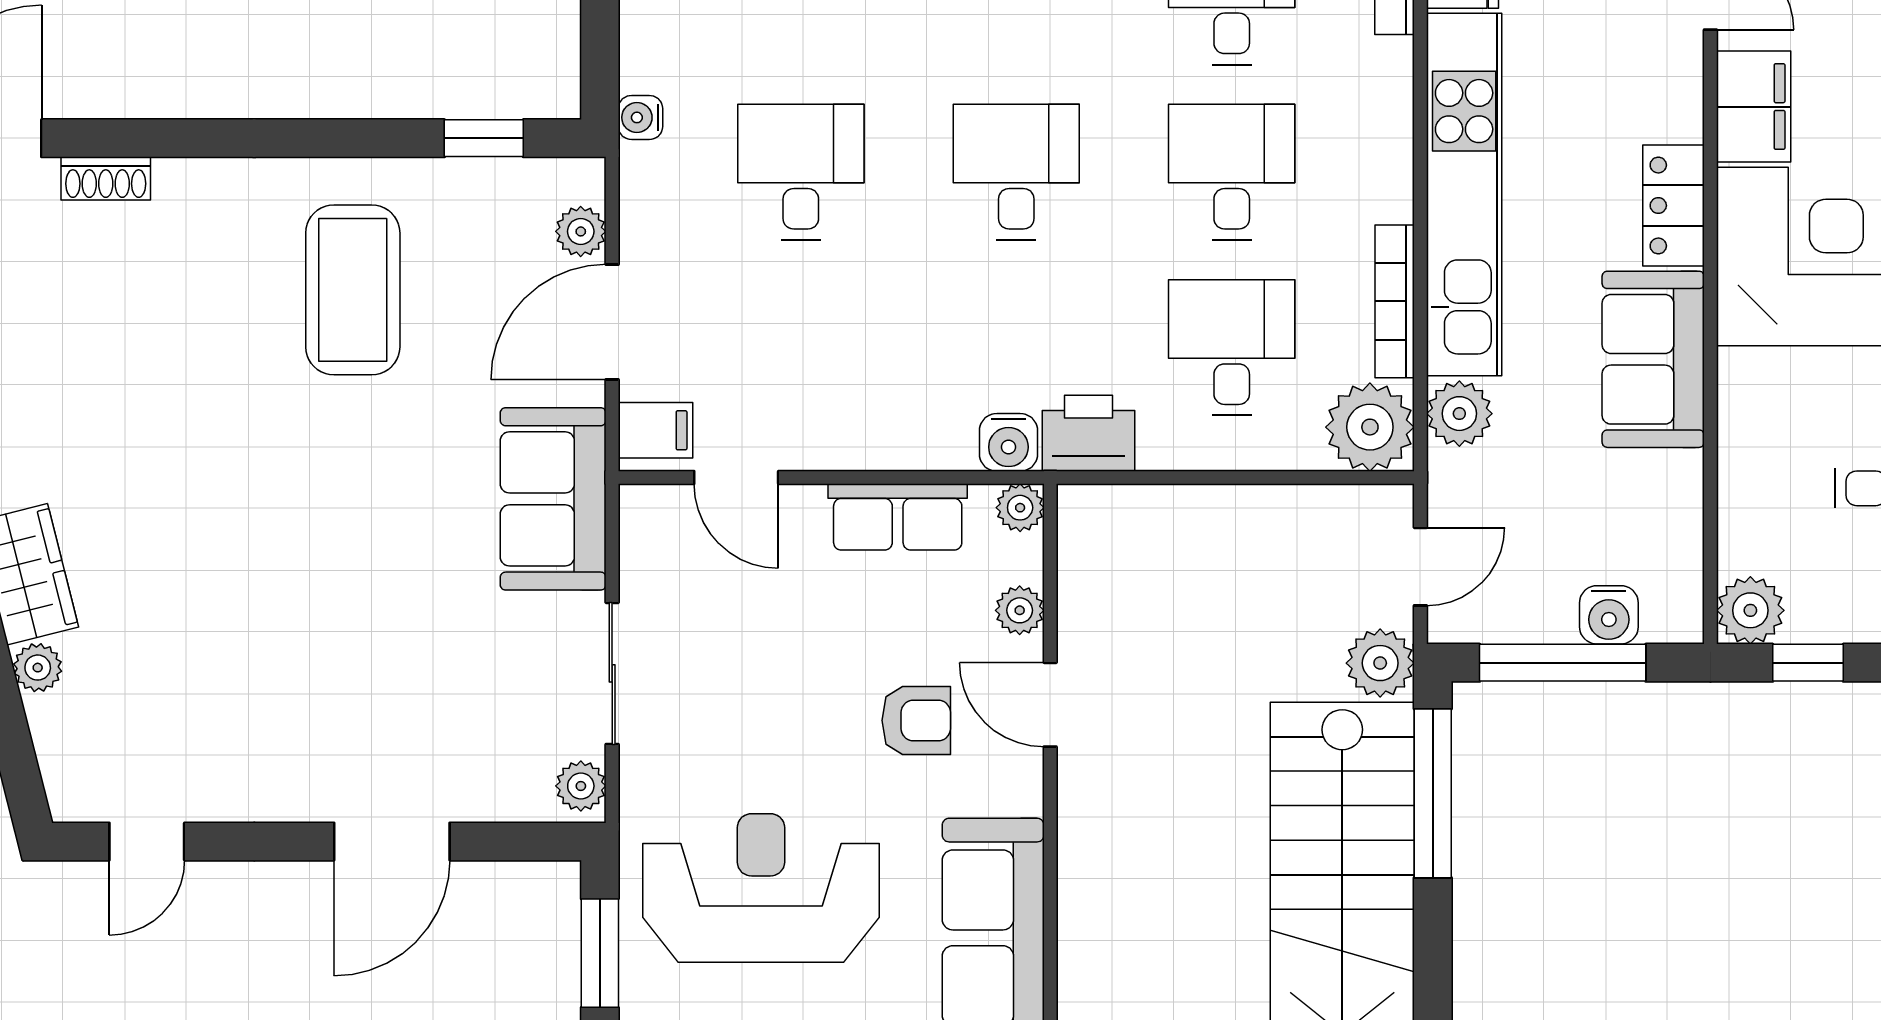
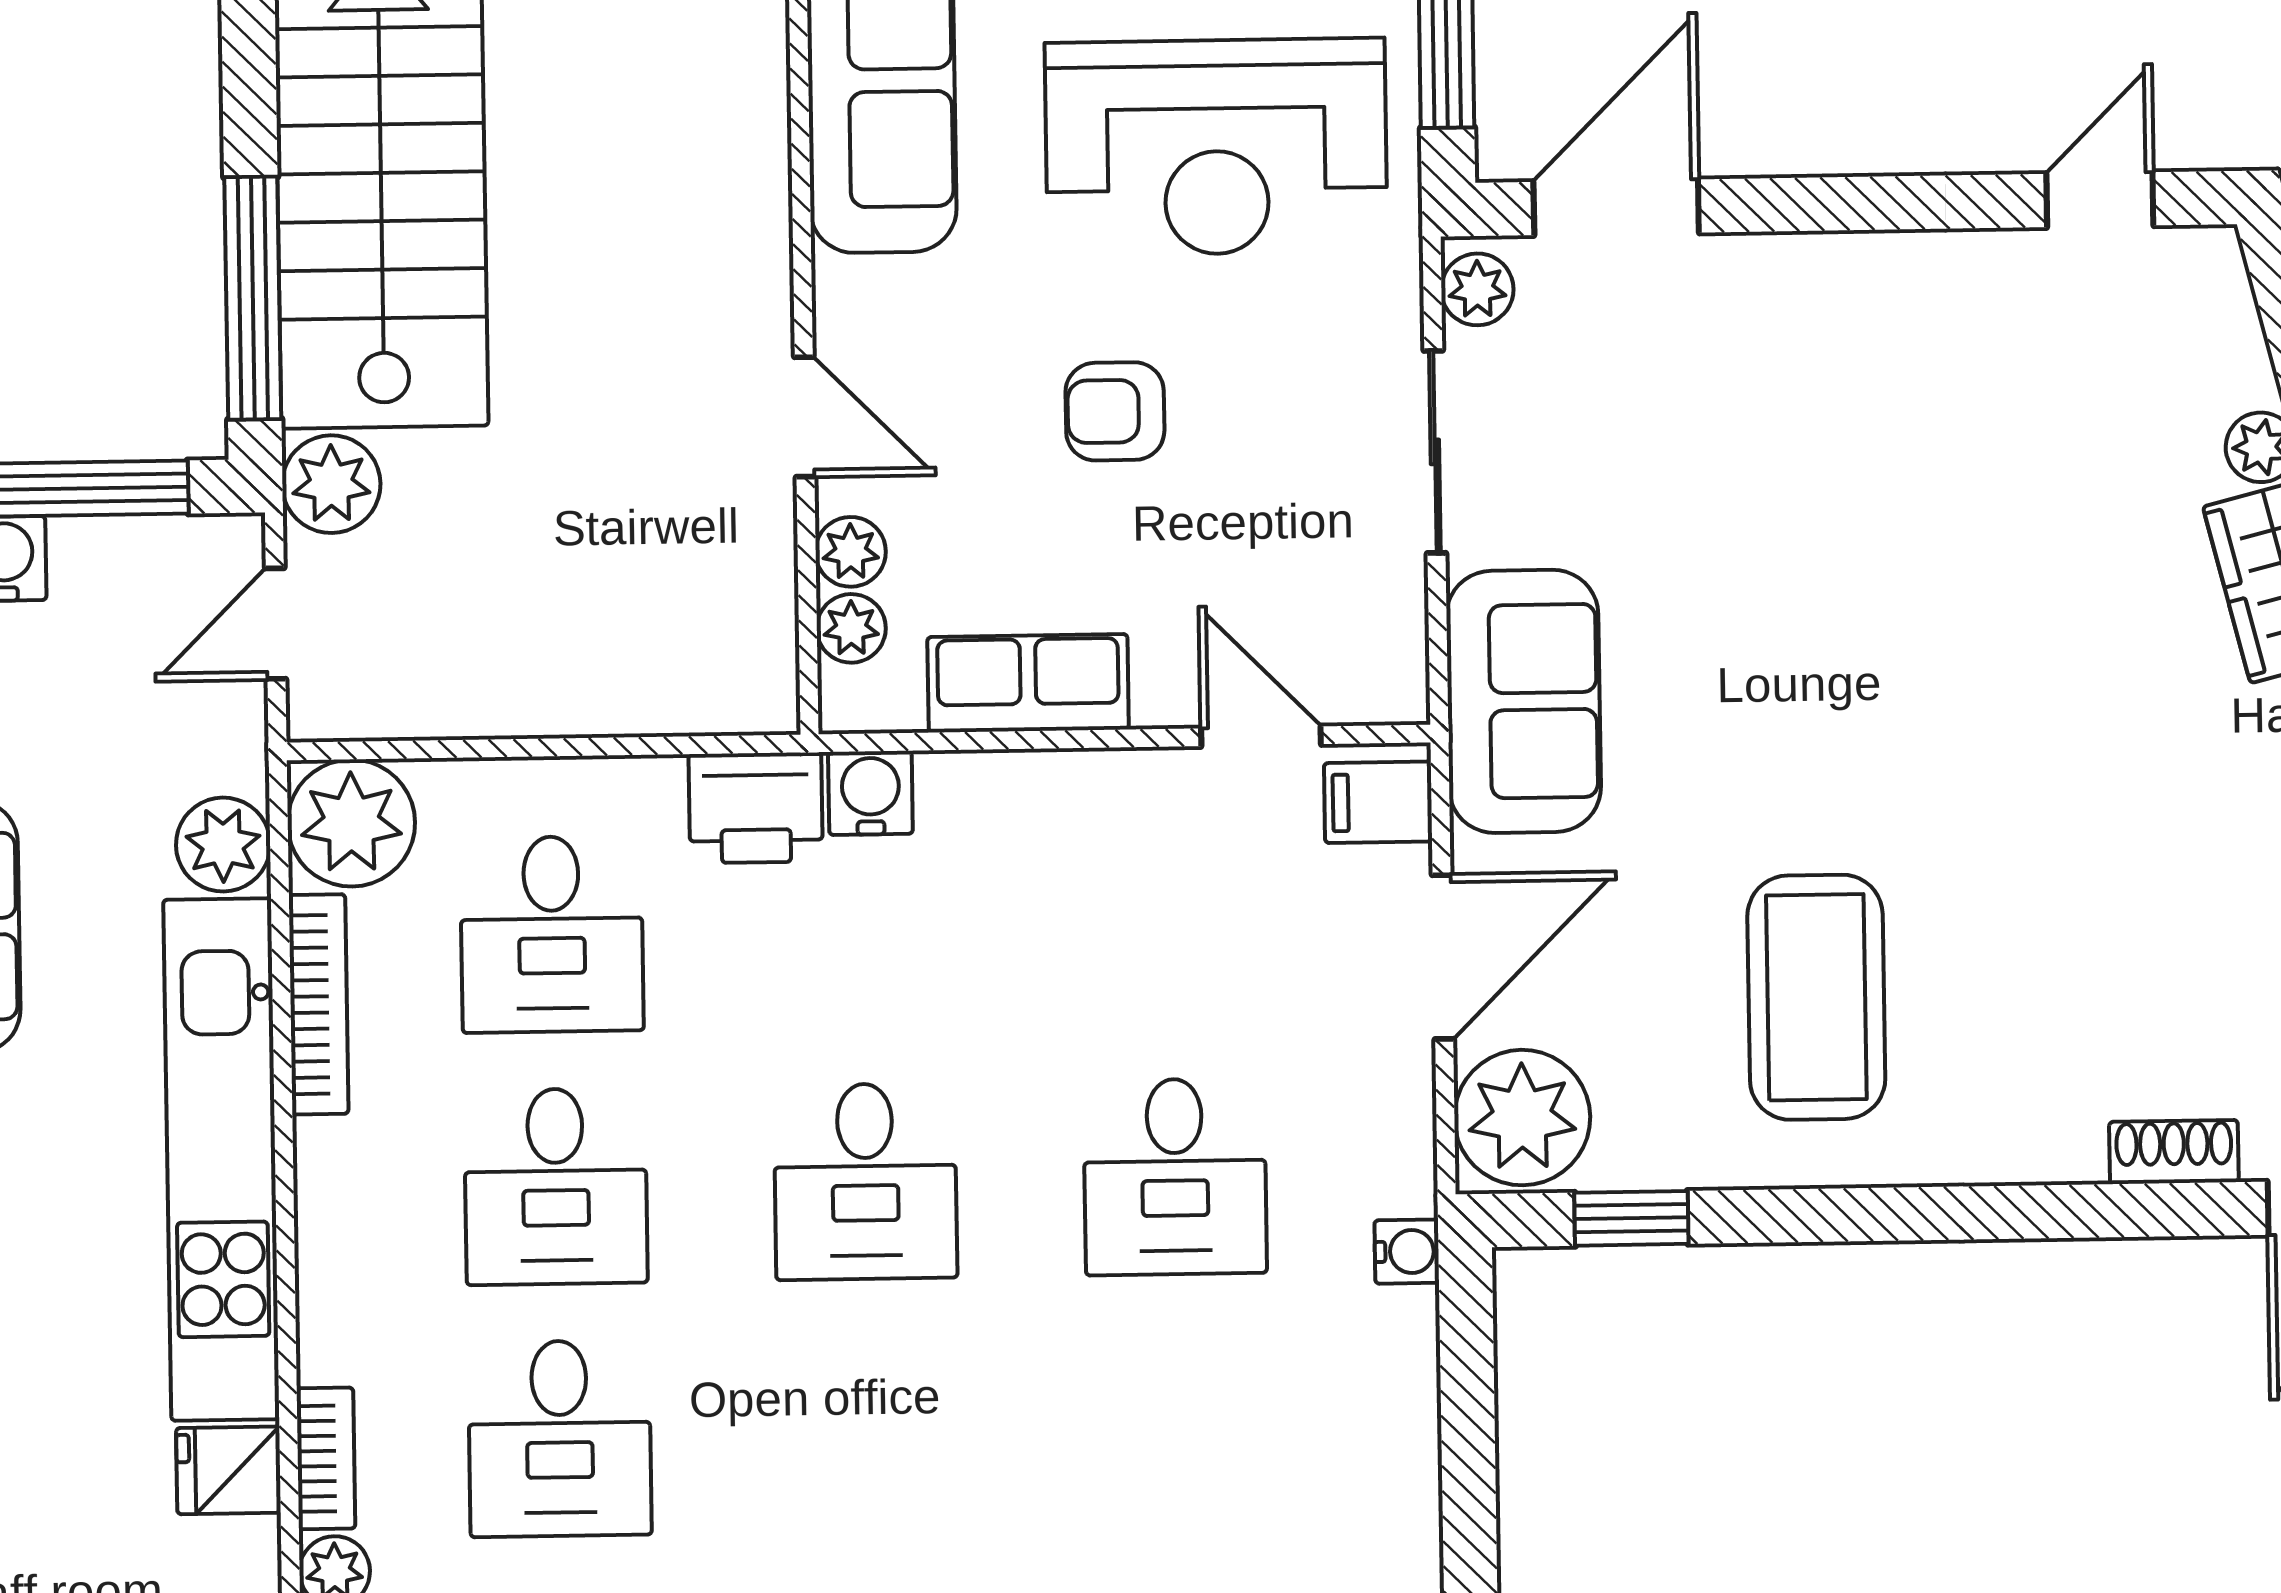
plant: (581, 231) -> (1522, 1118), width x1.87, depth x1.87
plant: (1020, 508) -> (851, 628), moved
armchair: (916, 720) -> (1115, 411), moved
door: (392, 842) -> (1616, 207), moved

